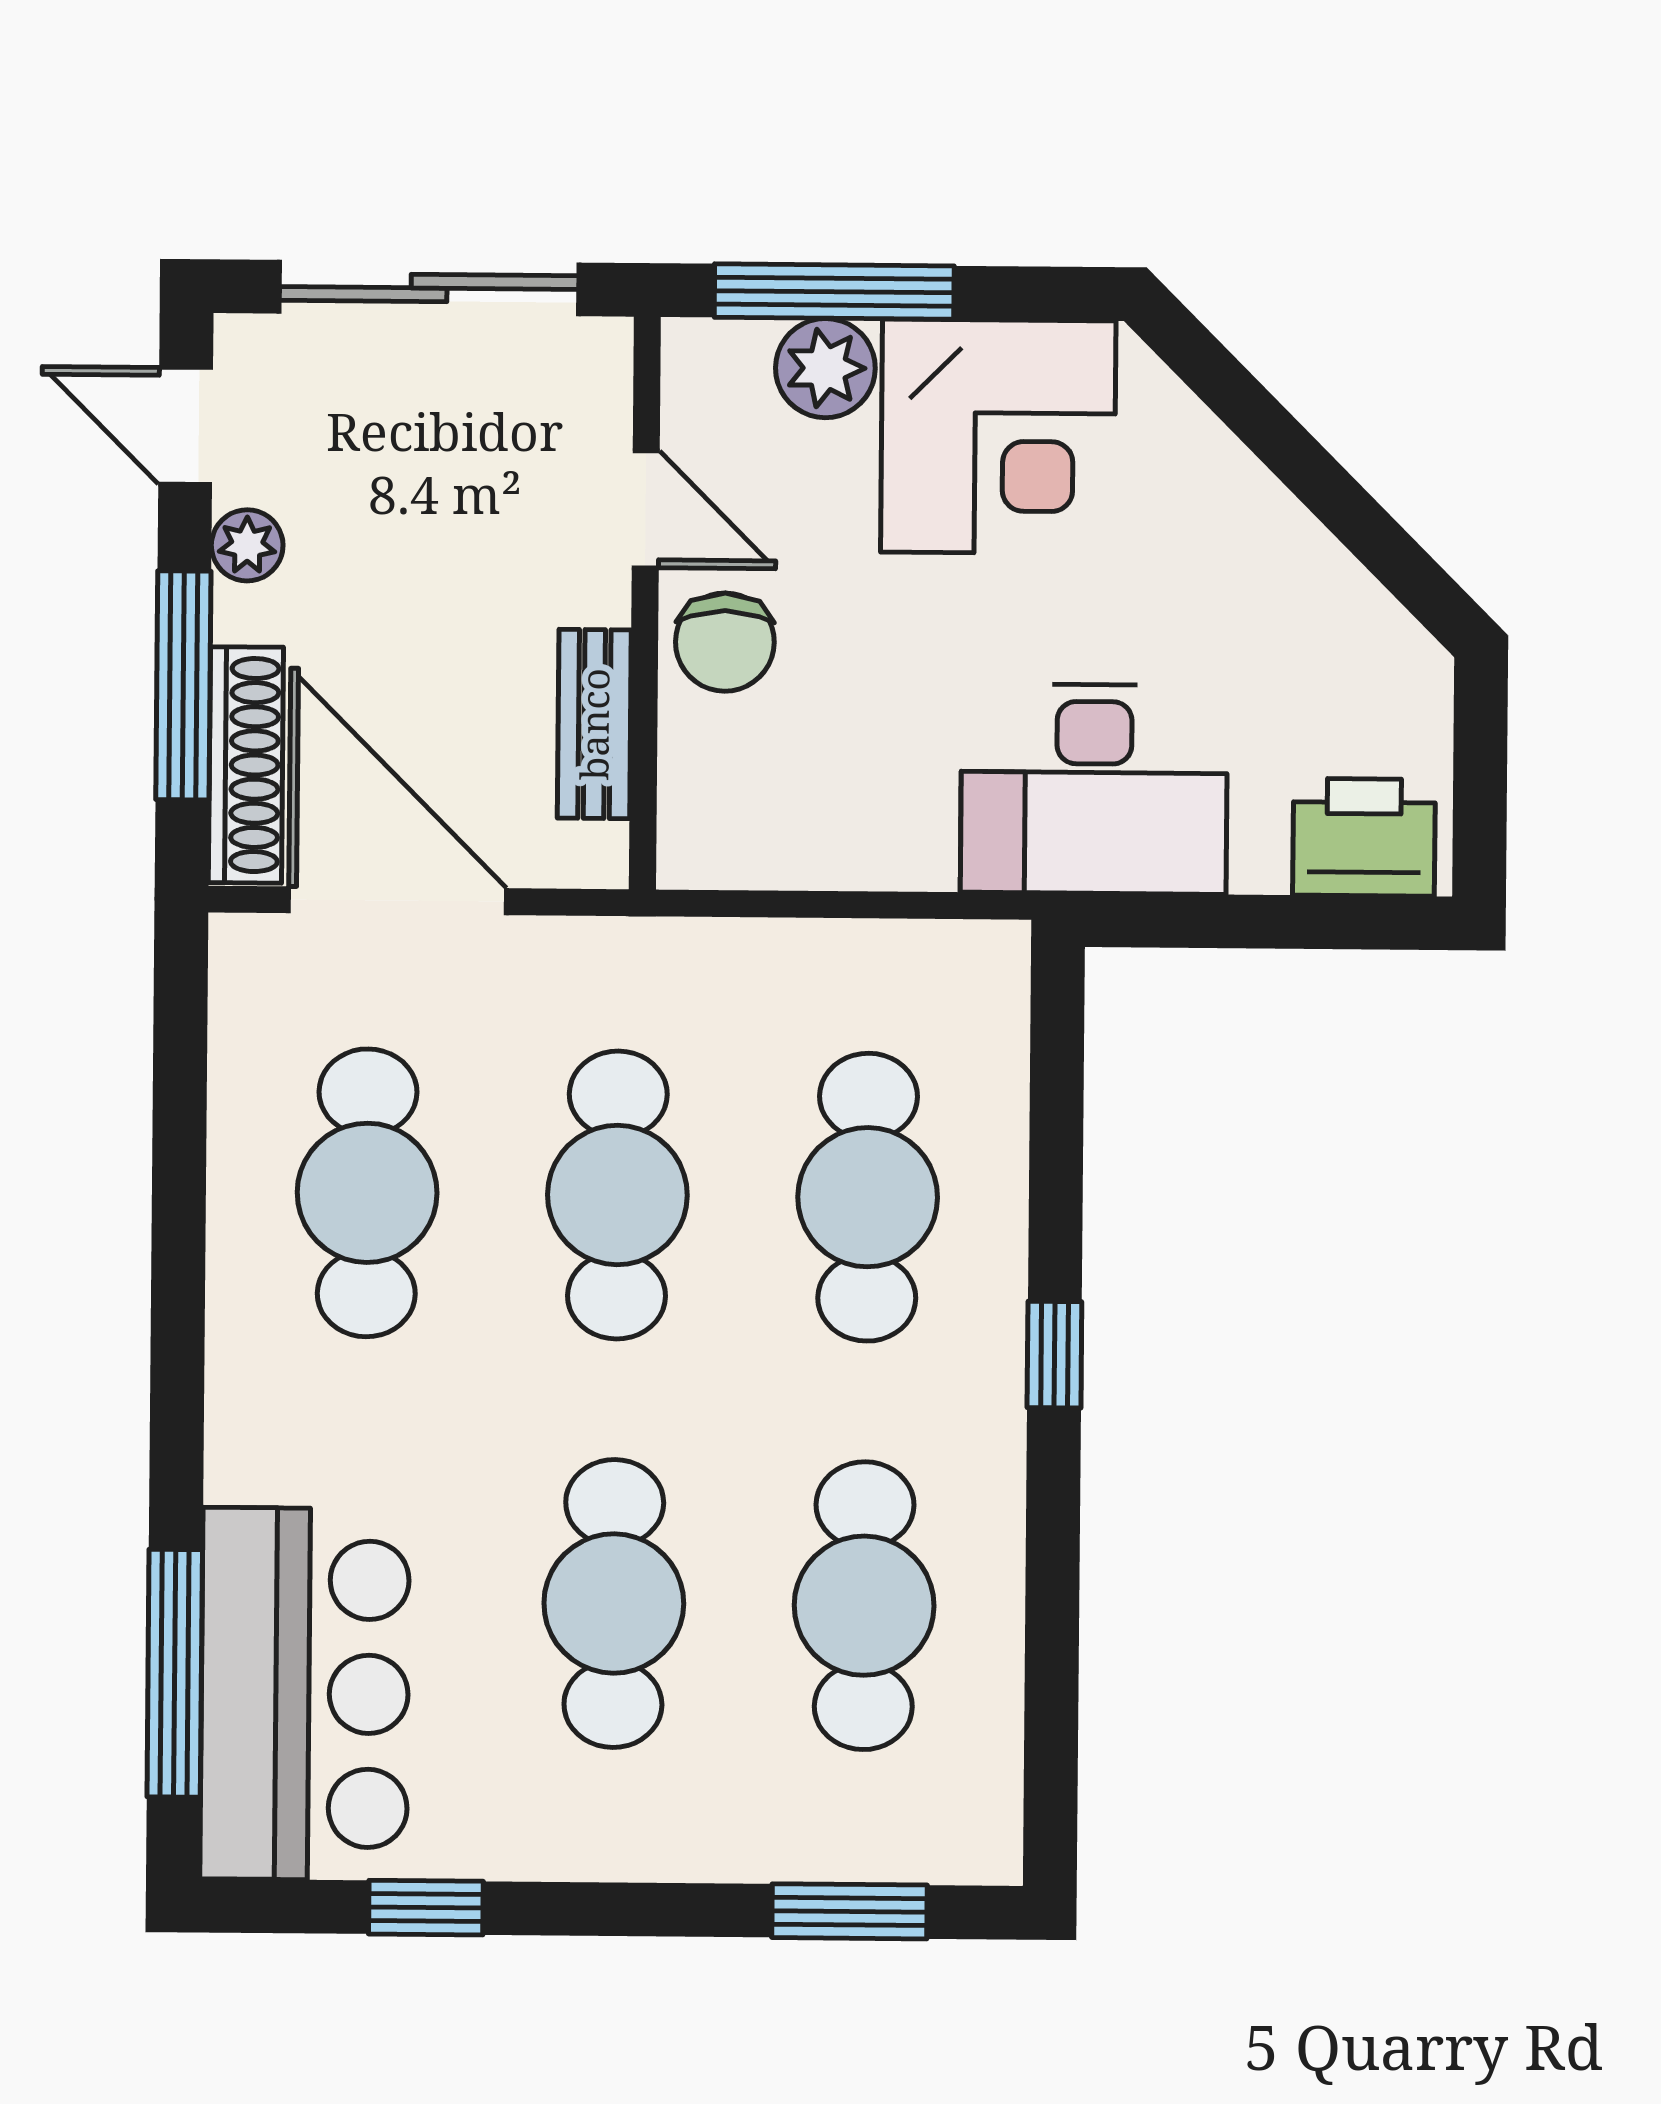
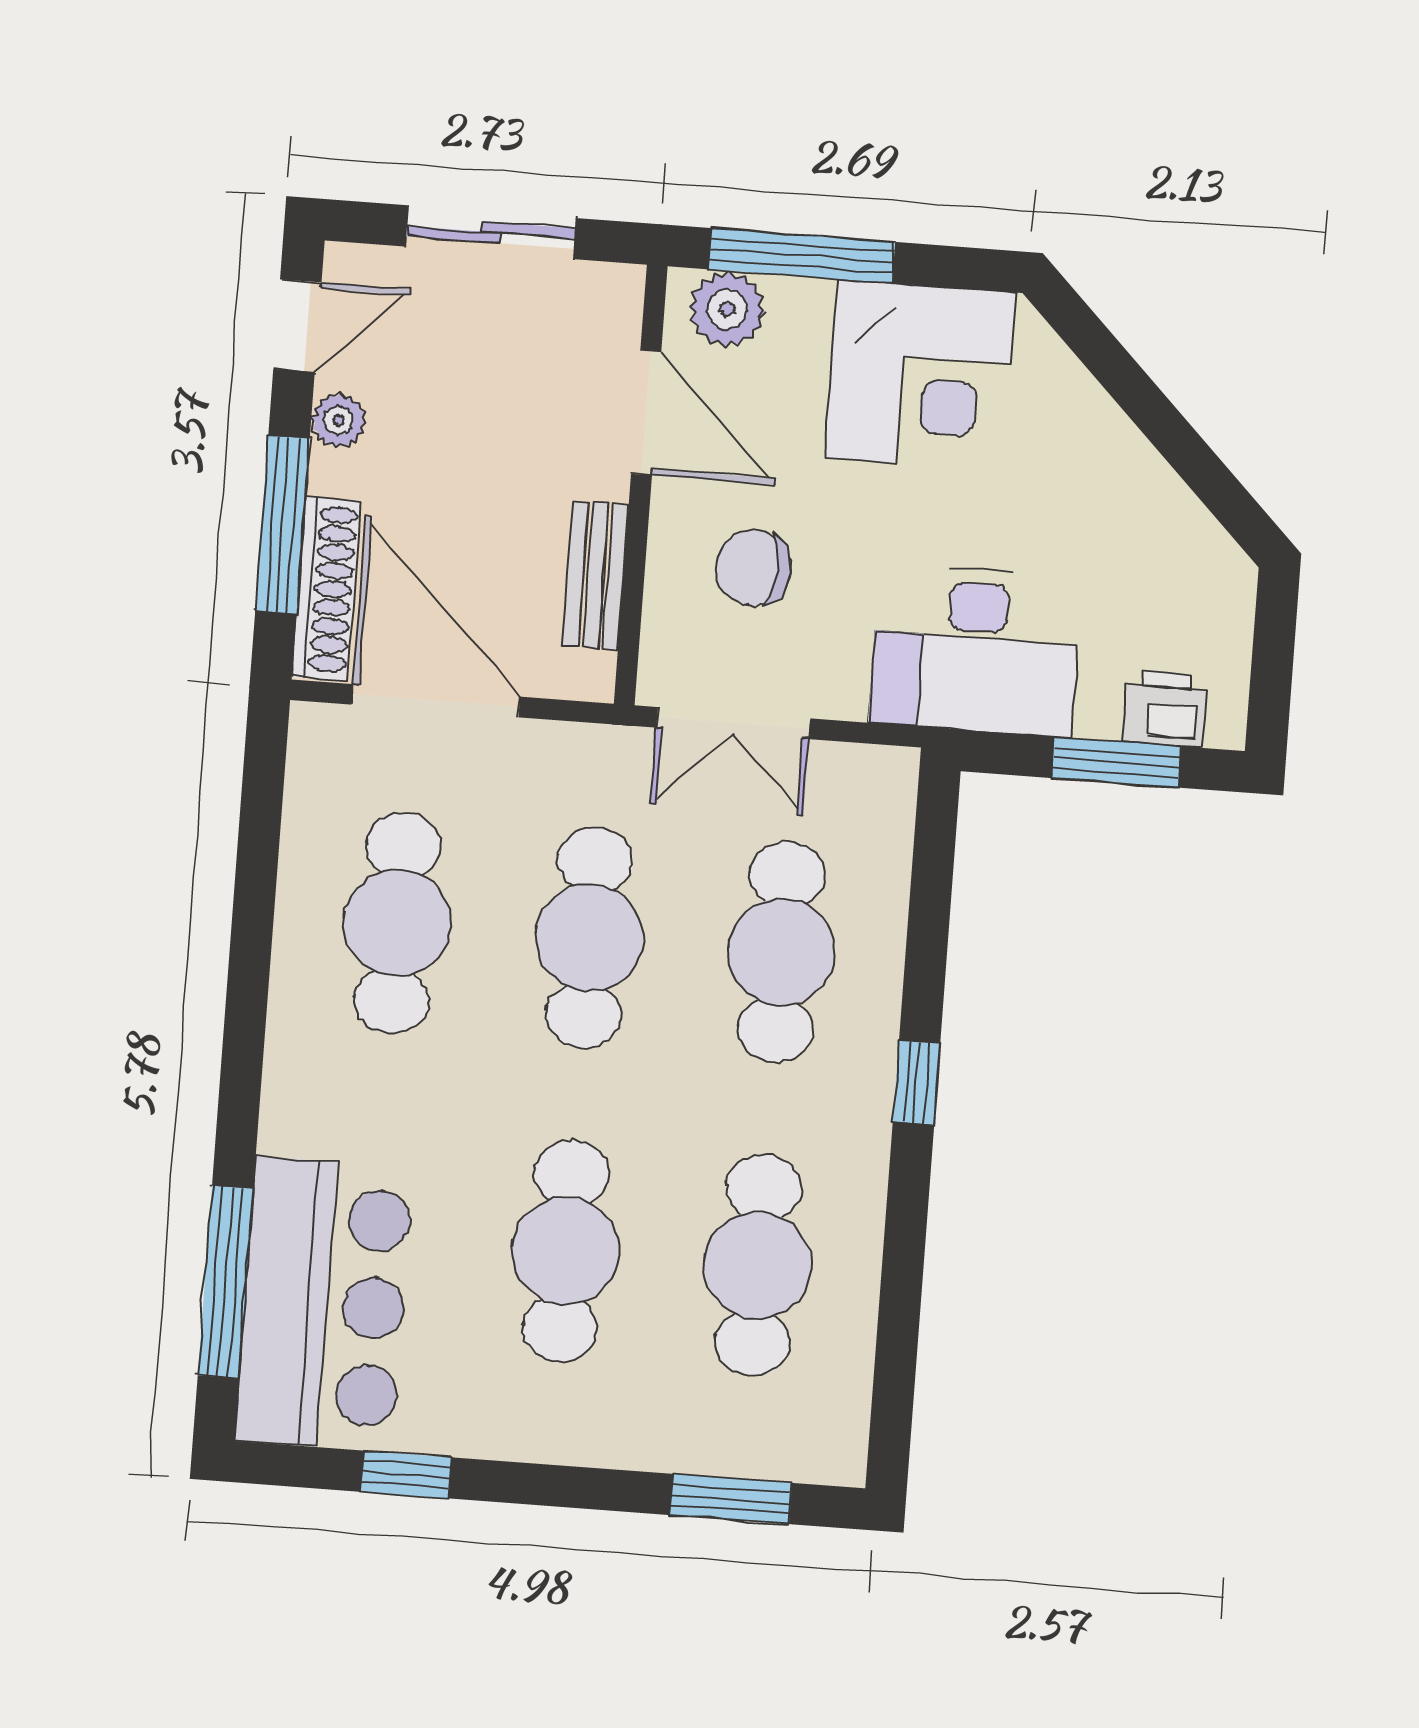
sliding door: (429, 288) -> (491, 232), width x0.73
plant: (825, 368) -> (727, 309), moved
door: (186, 426) -> (297, 326), swing flipped
door: (646, 509) -> (646, 413), width x1.38
chair: (725, 642) -> (754, 568), moved, turned 93
printer: (1364, 837) -> (1165, 709), width x0.73, depth x0.81
double door: (786, 904) -> (733, 723), added
window: (1286, 922) -> (1116, 762), added

